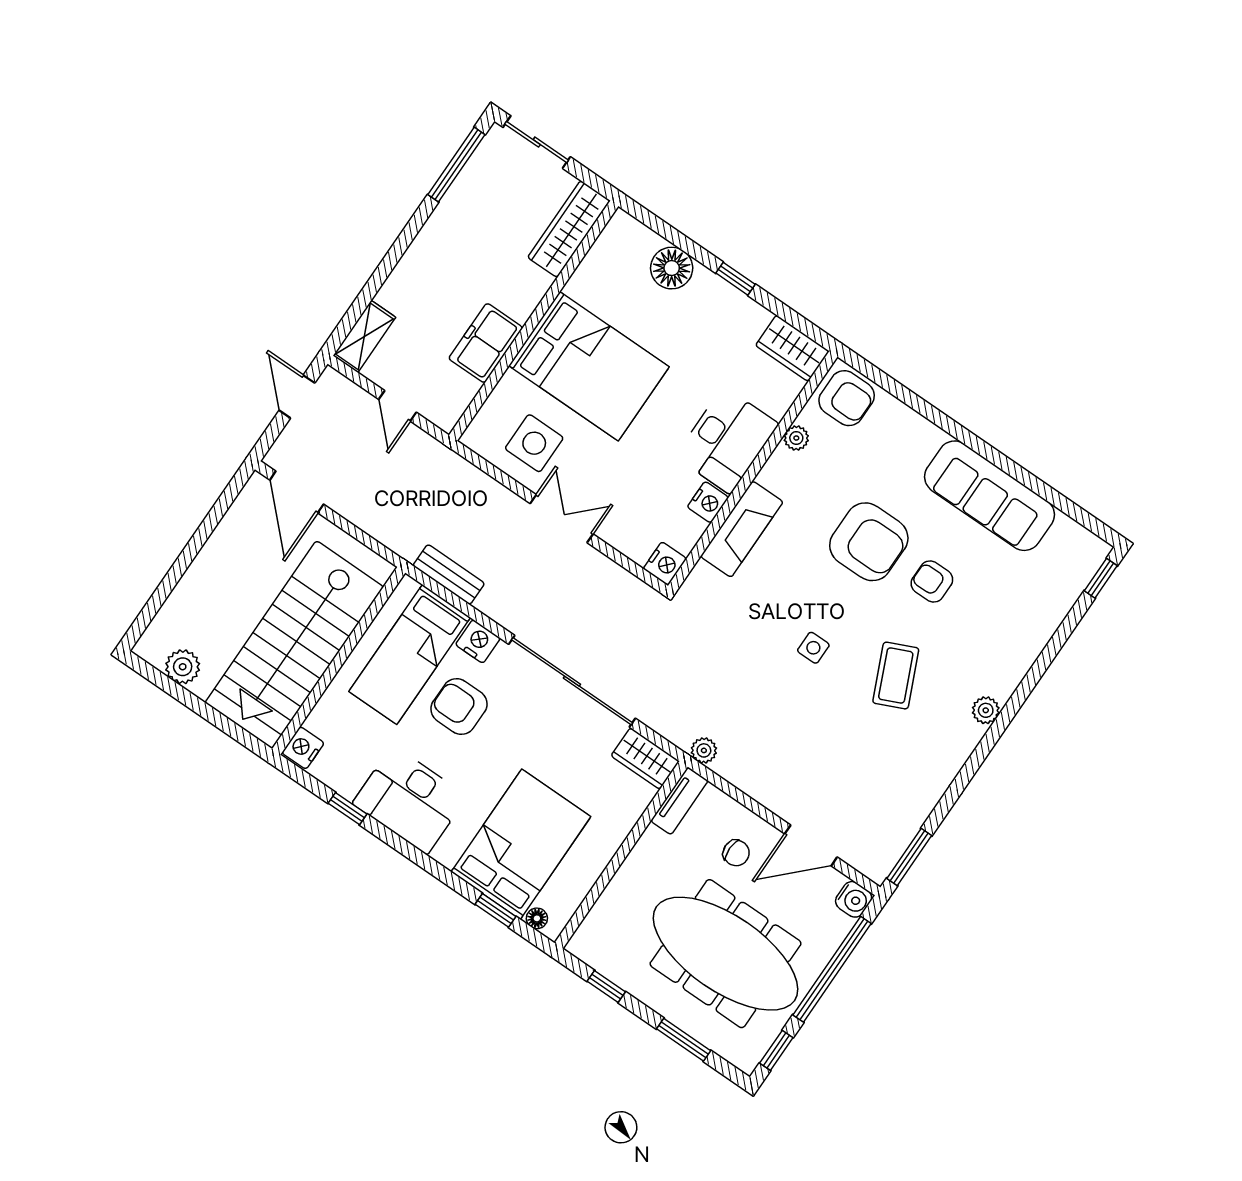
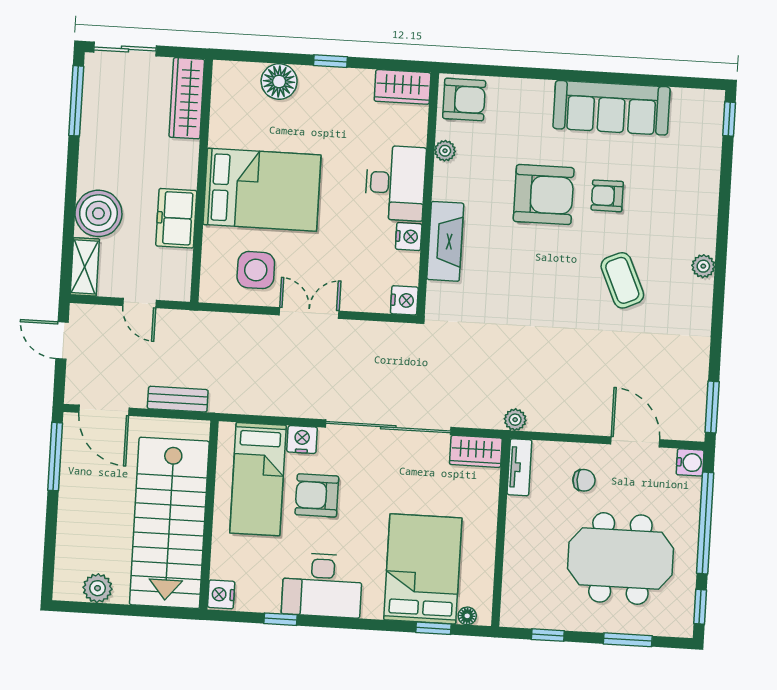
boiler: (410, 291) -> (98, 213), added
window: (220, 509) -> (55, 457), added
bench: (449, 574) -> (178, 399), moved
side table: (813, 648) -> (550, 296), removed
door: (811, 845) -> (635, 442), swing flipped
meeting table: (726, 954) -> (620, 558), width x0.73

